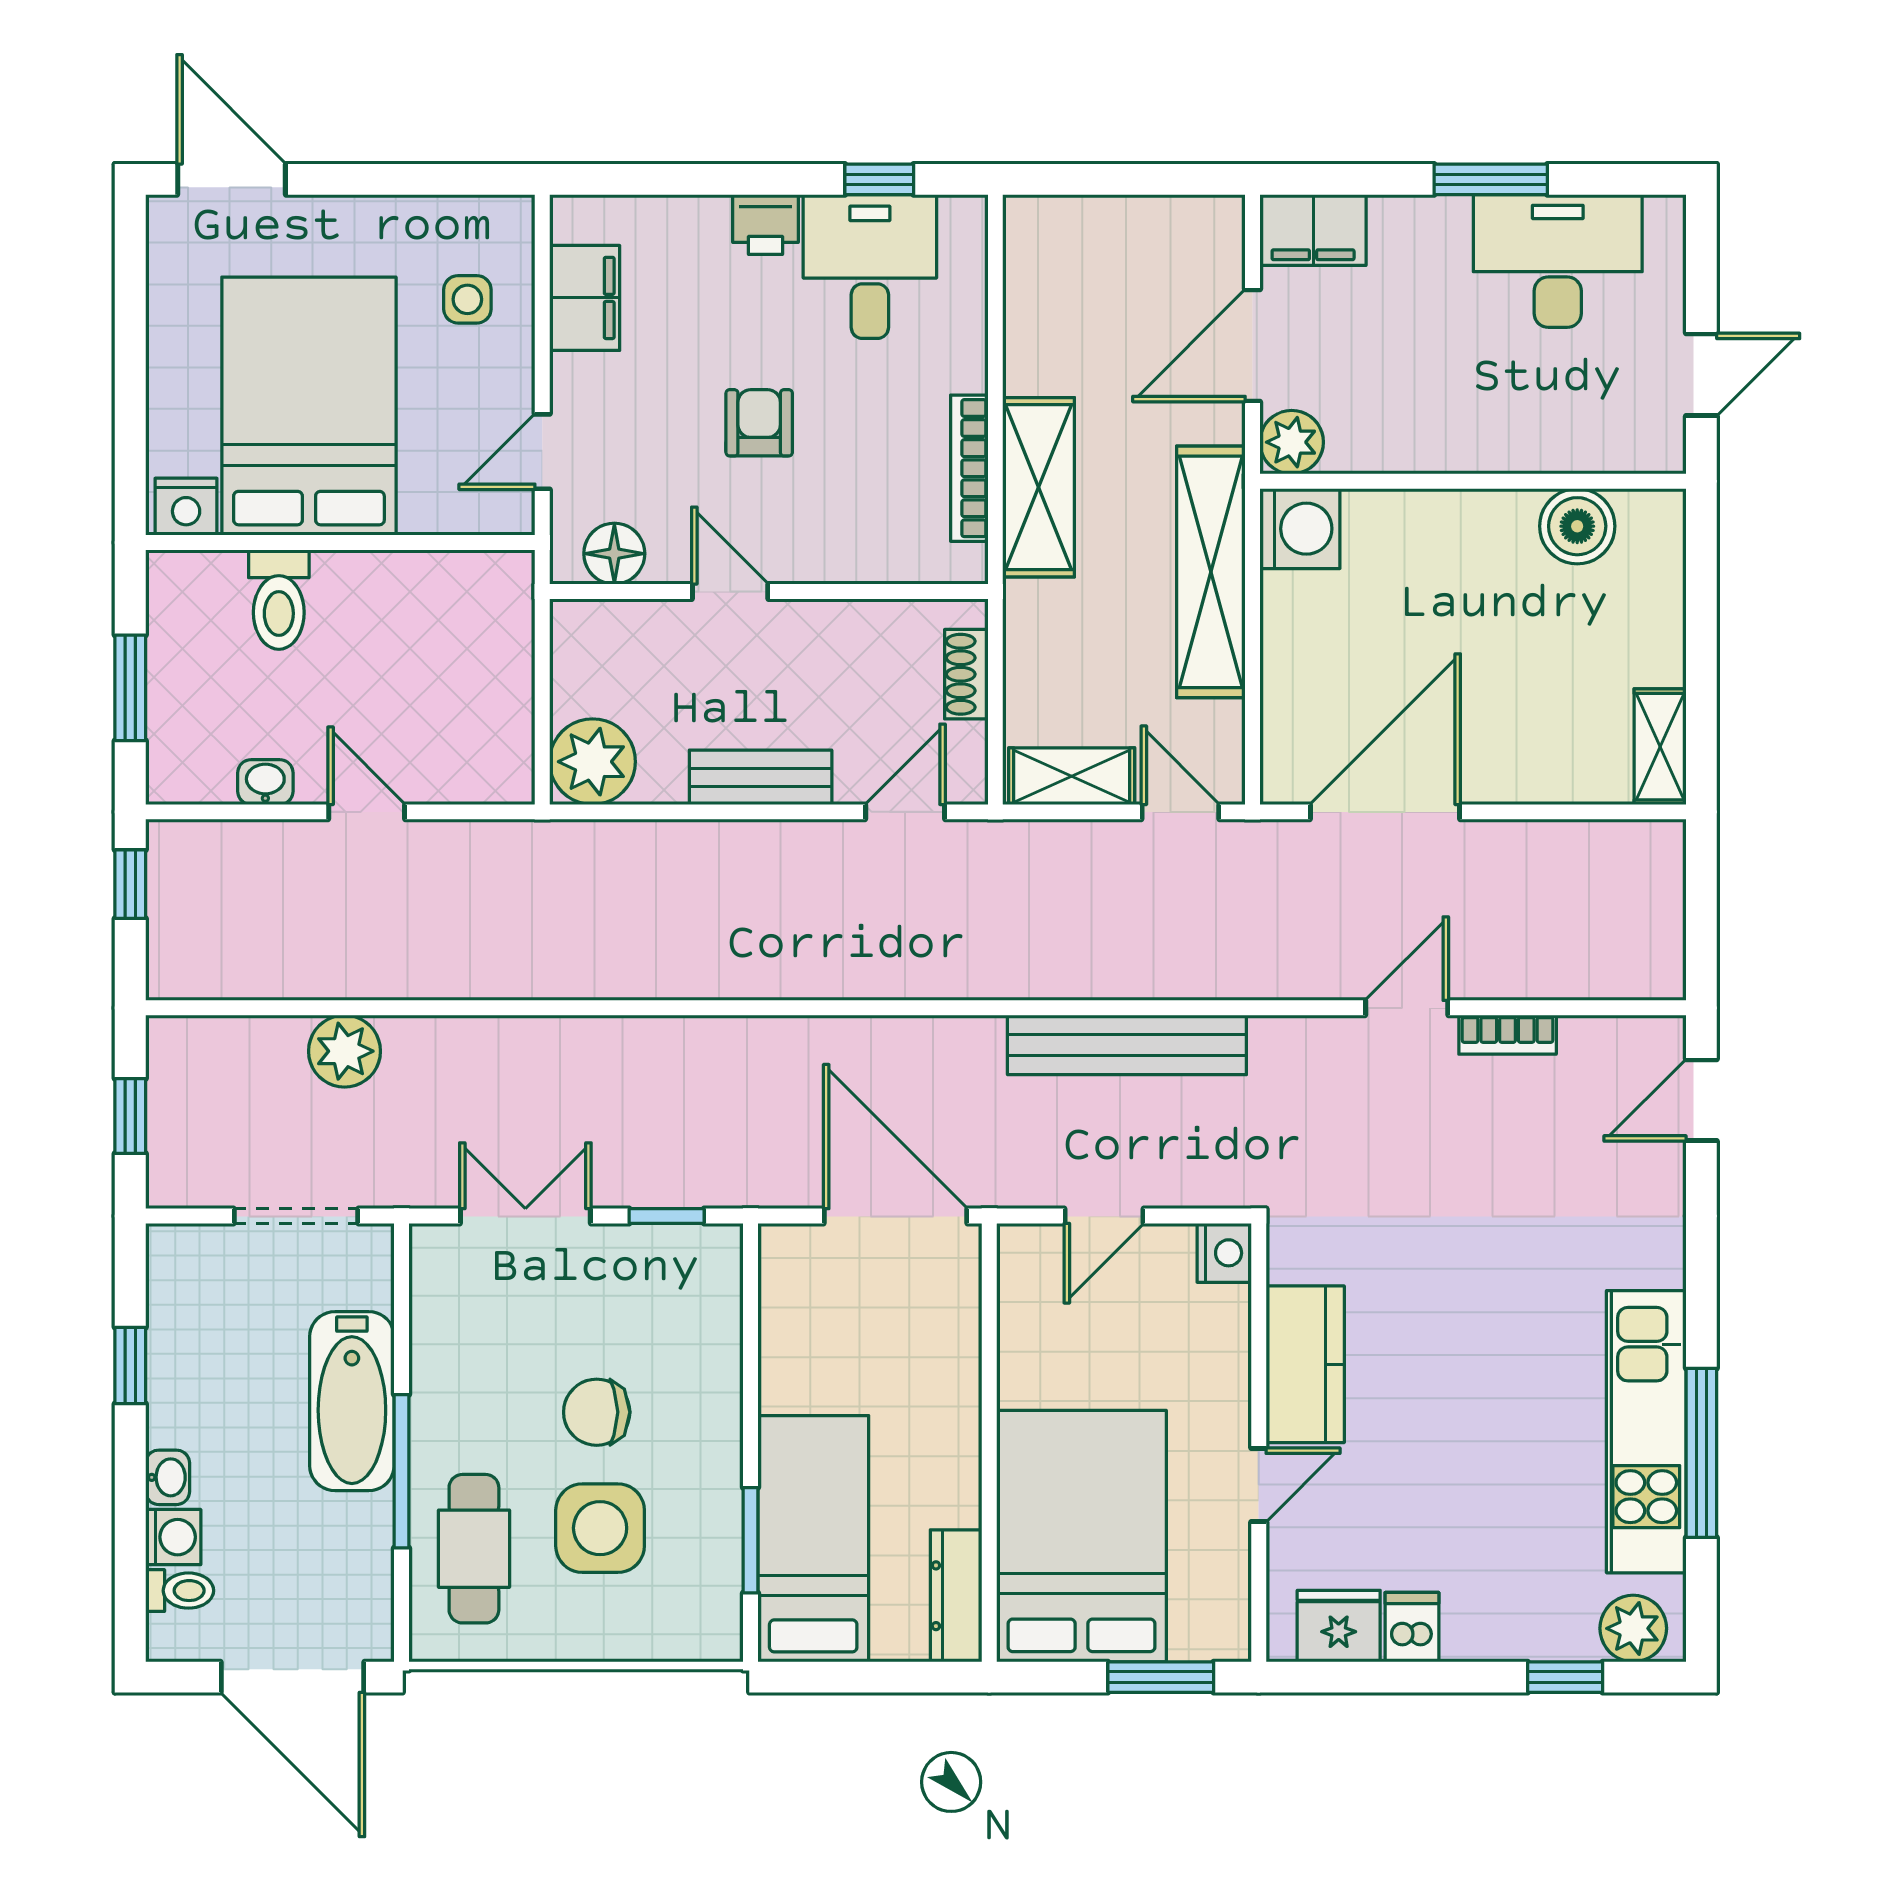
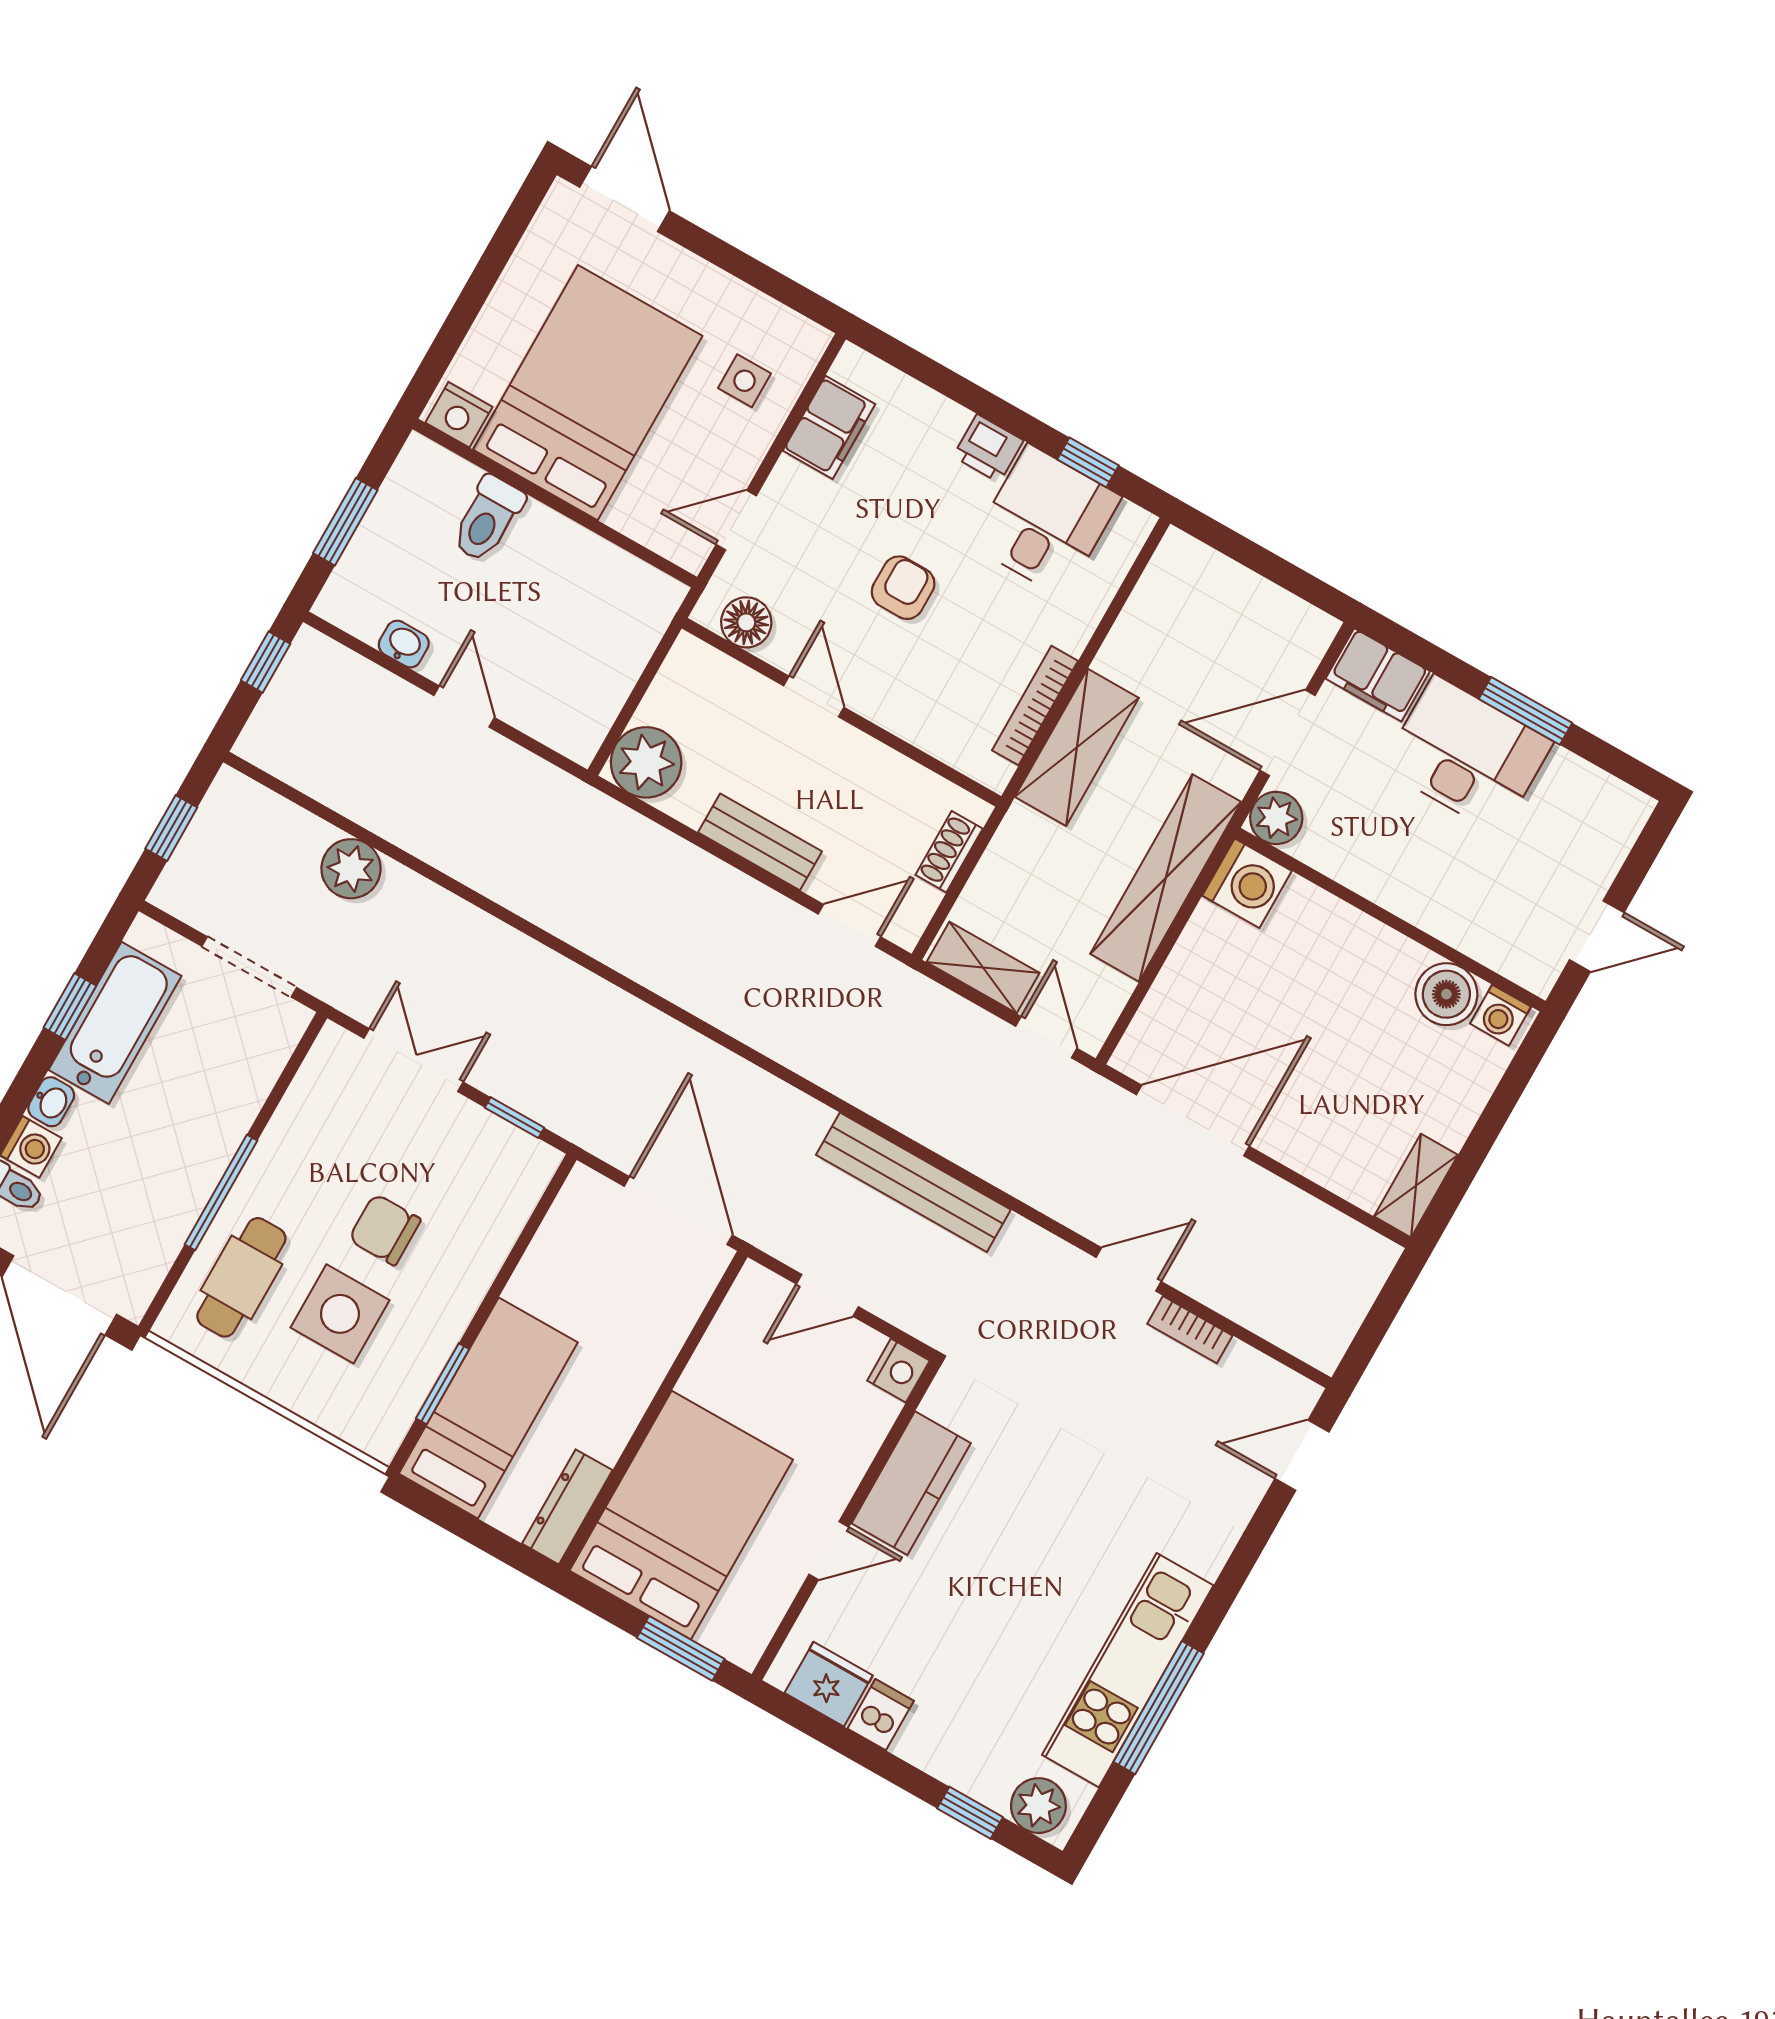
desk: (1558, 261) -> (1467, 755), moved
washing machine: (1647, 516) -> (1501, 1015), added
bathtub: (352, 1401) -> (115, 1023), moved, turned 180

